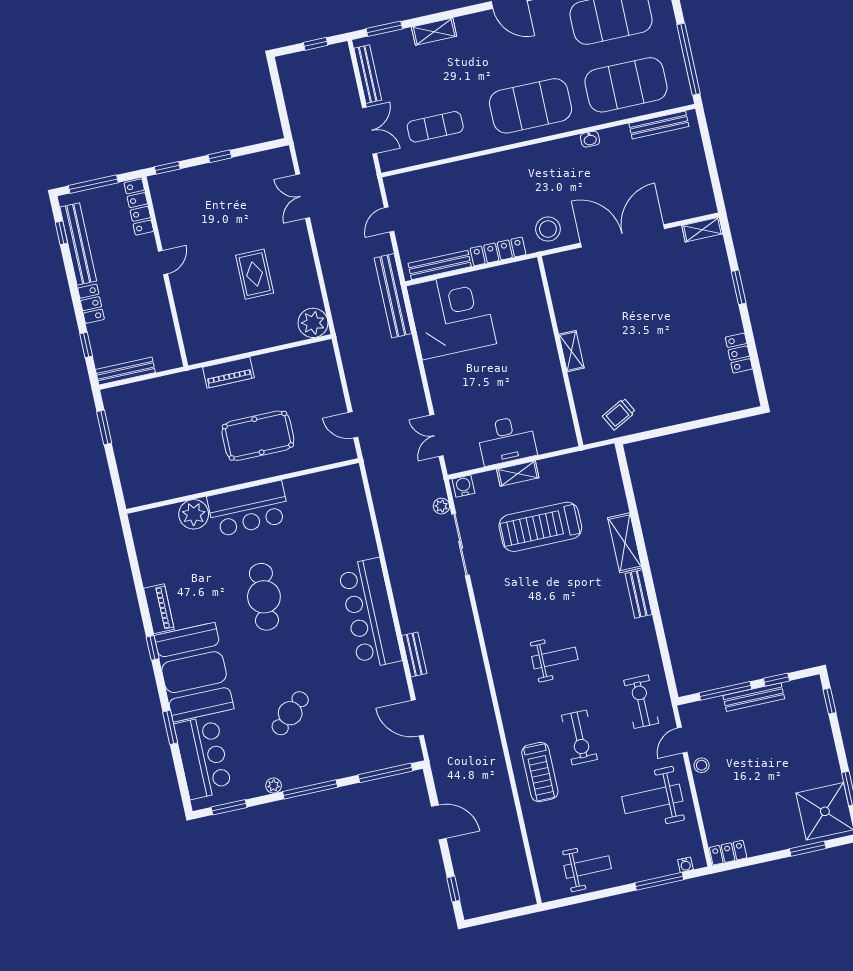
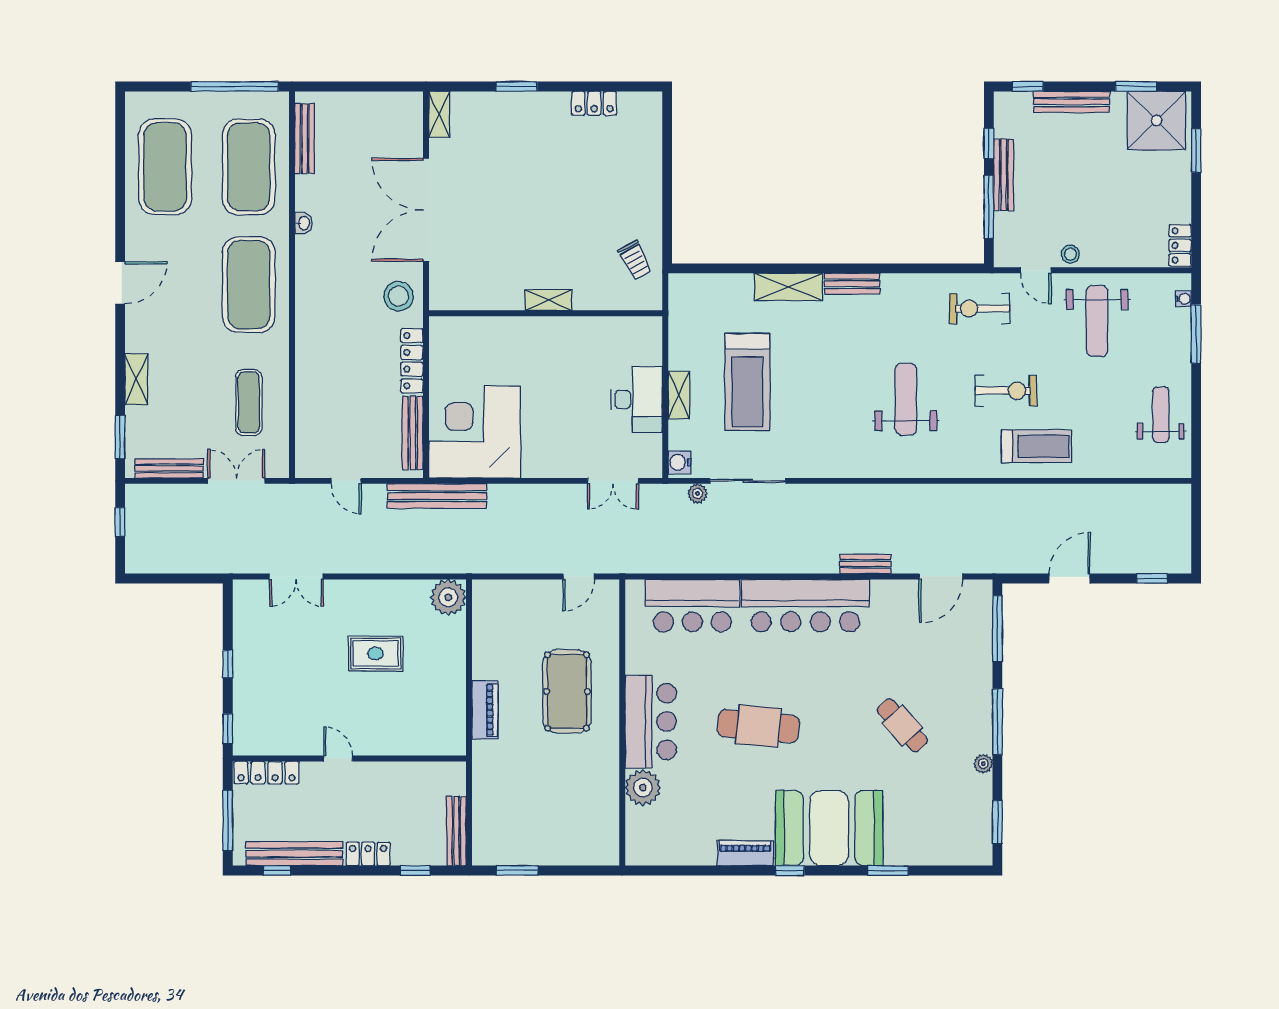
weight bench: (555, 658) -> (906, 399), width x1.36, depth x1.33
bench: (825, 739) -> (1072, 102), added
bar counter: (203, 757) -> (692, 606), moved, turned 180

